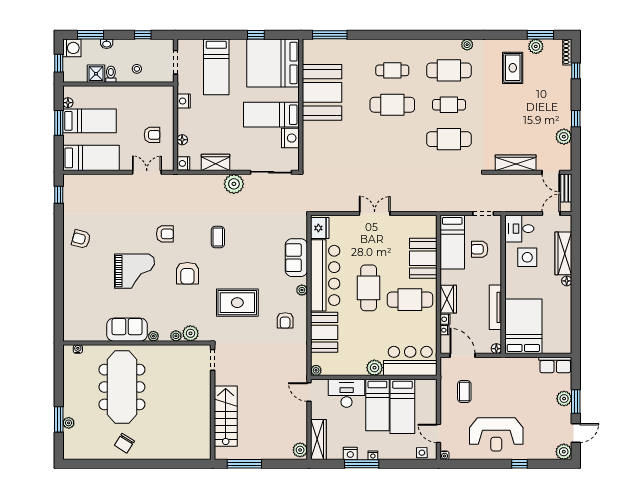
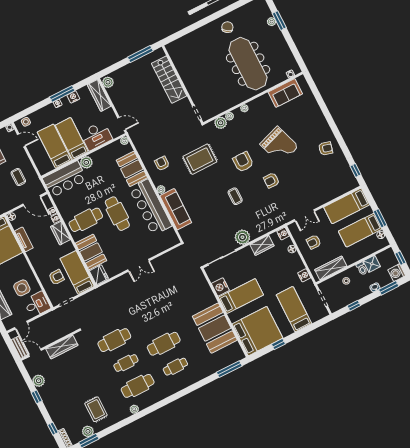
wardrobe: (147, 94) -> (331, 268), added
fridge: (320, 228) -> (99, 275), moved, turned 180
sofa: (296, 258) -> (176, 209), width x1.36
grand piano: (135, 271) -> (279, 145), turned -109
tv unit: (495, 307) -> (24, 239), width x0.71
sofa: (127, 330) -> (285, 93), moved

